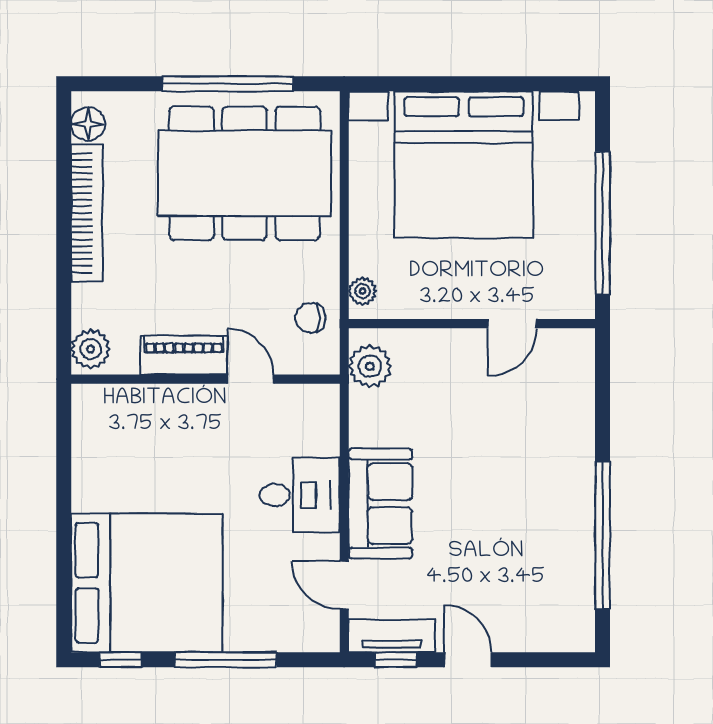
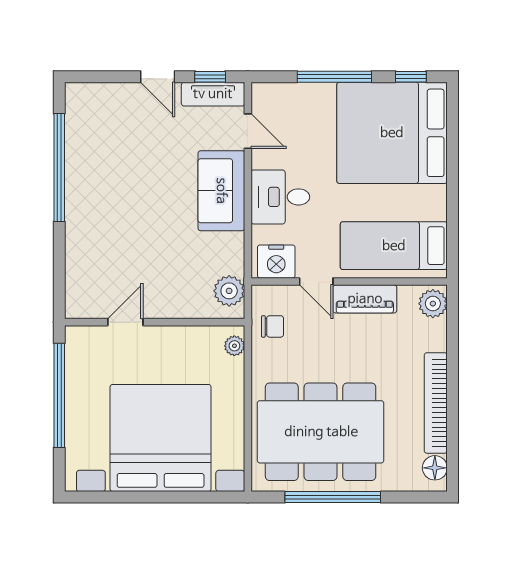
nightstand: (305, 407) -> (276, 262), added
bed: (144, 428) -> (394, 246), added

